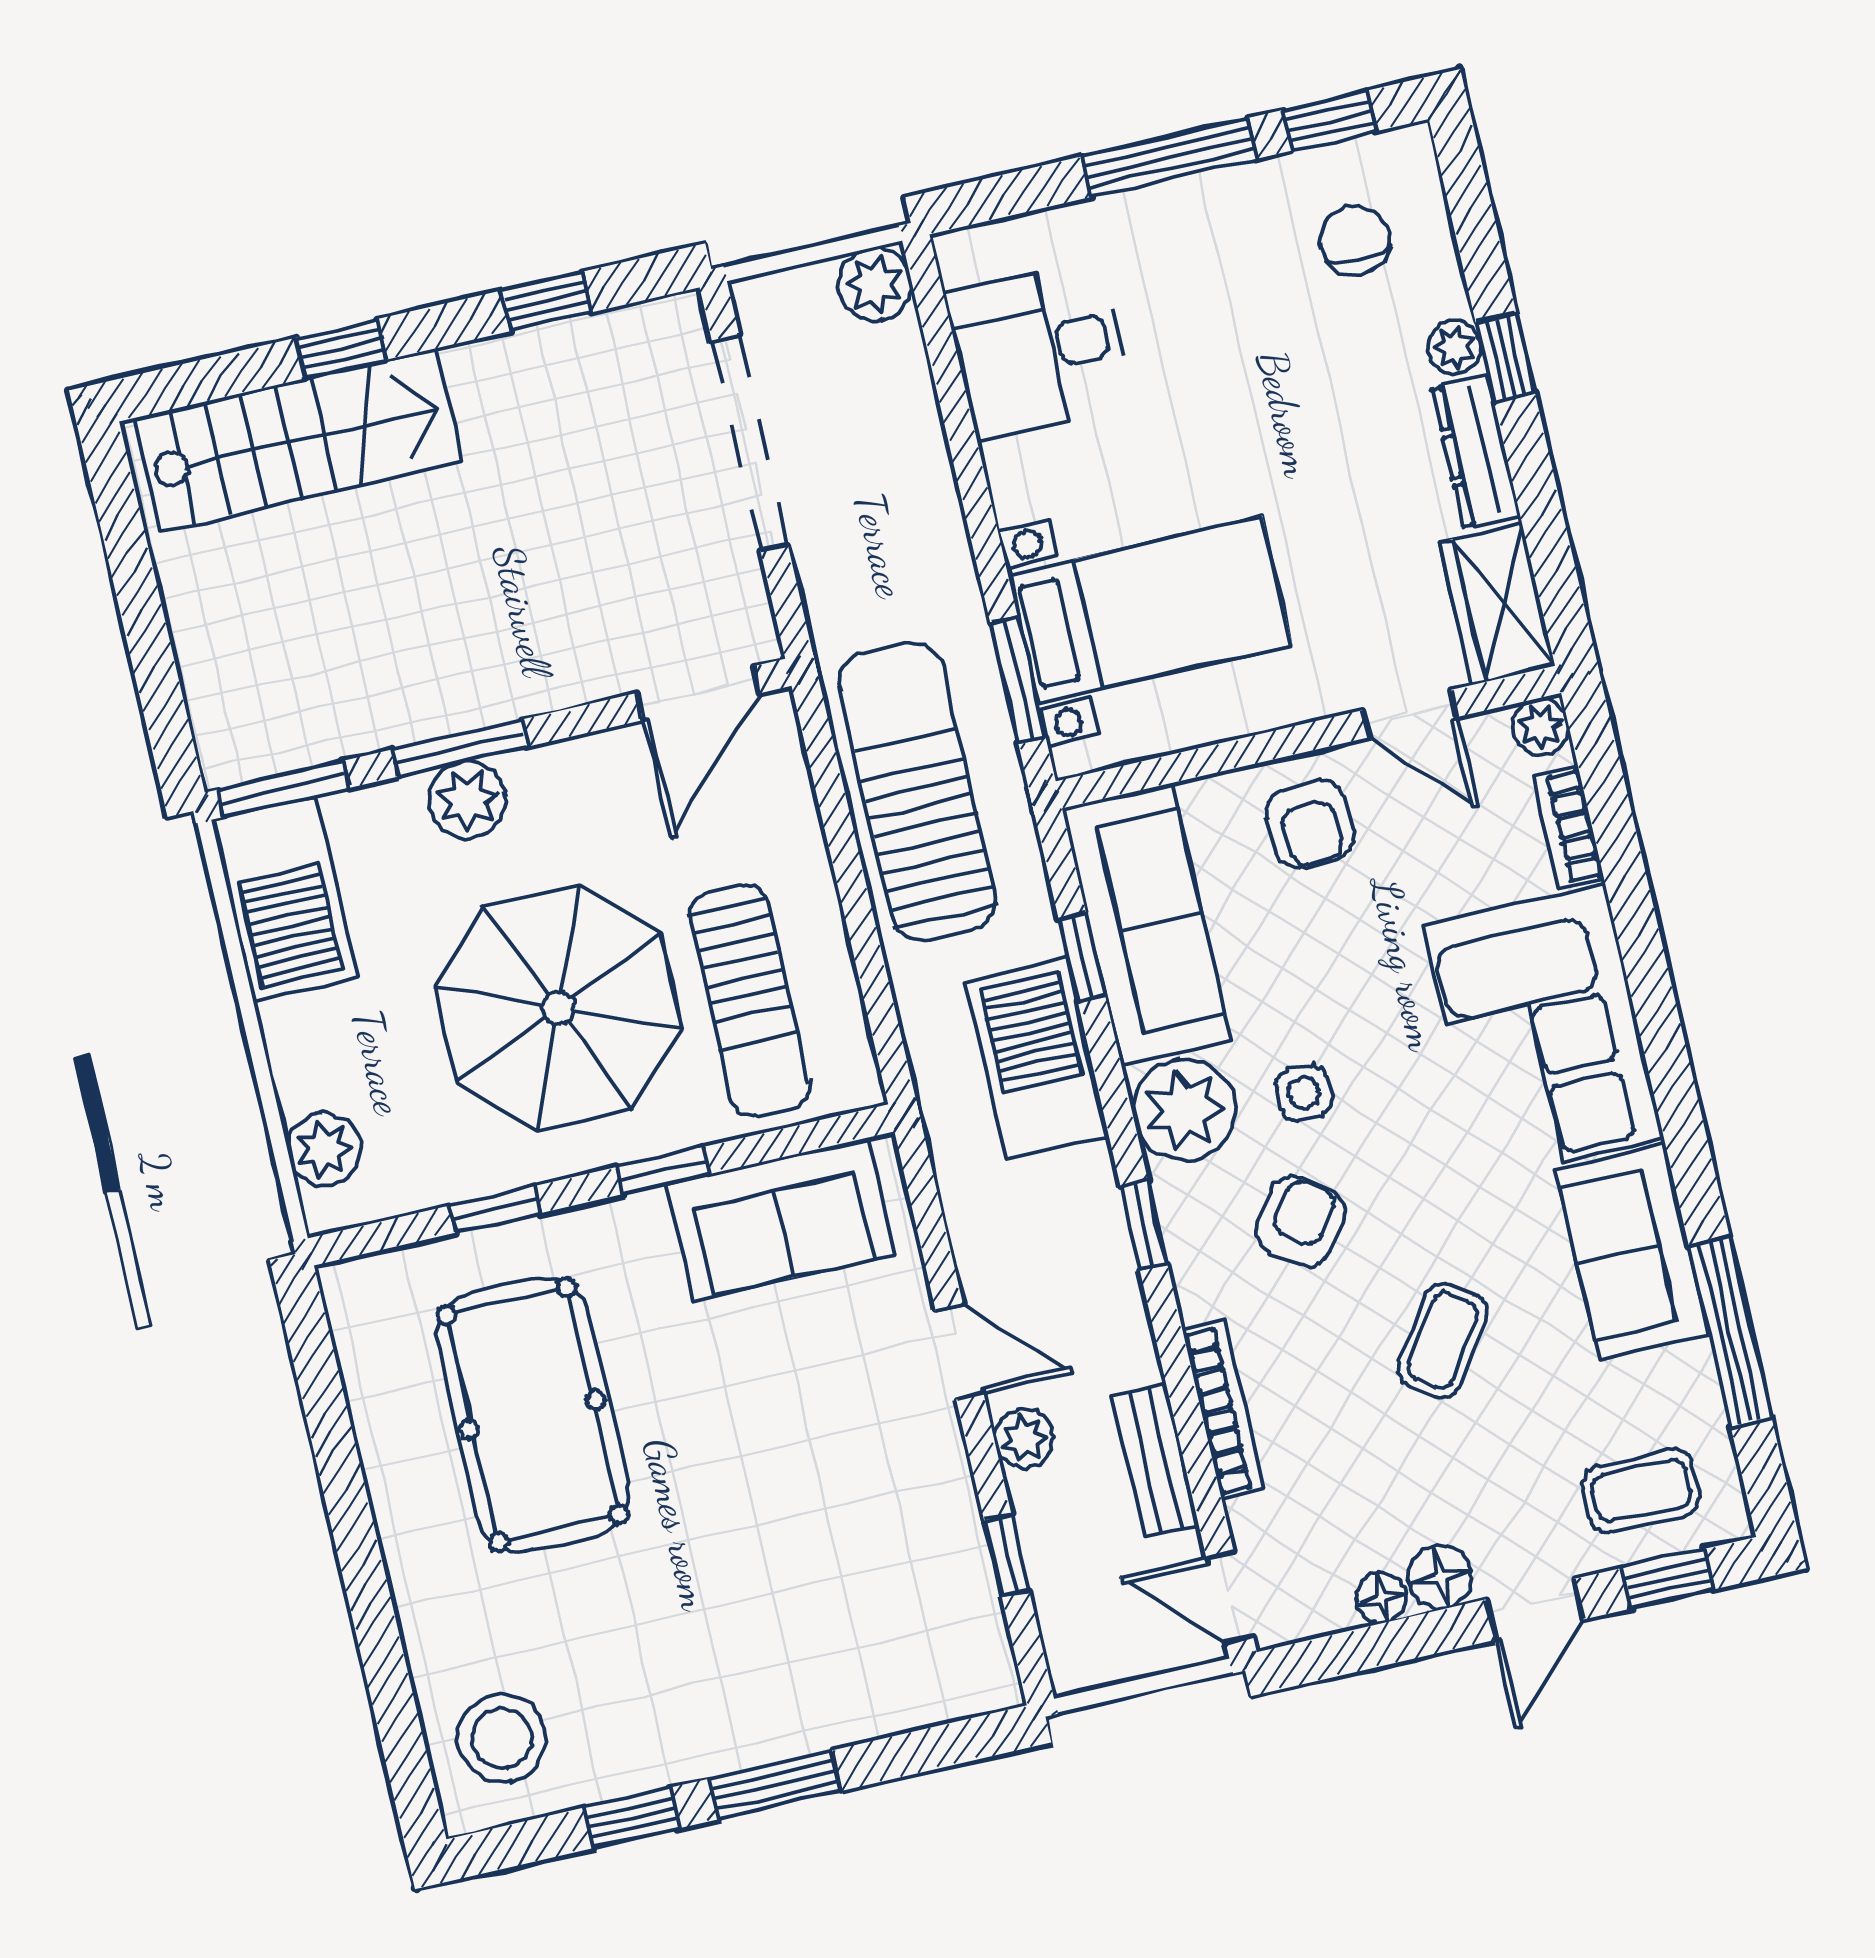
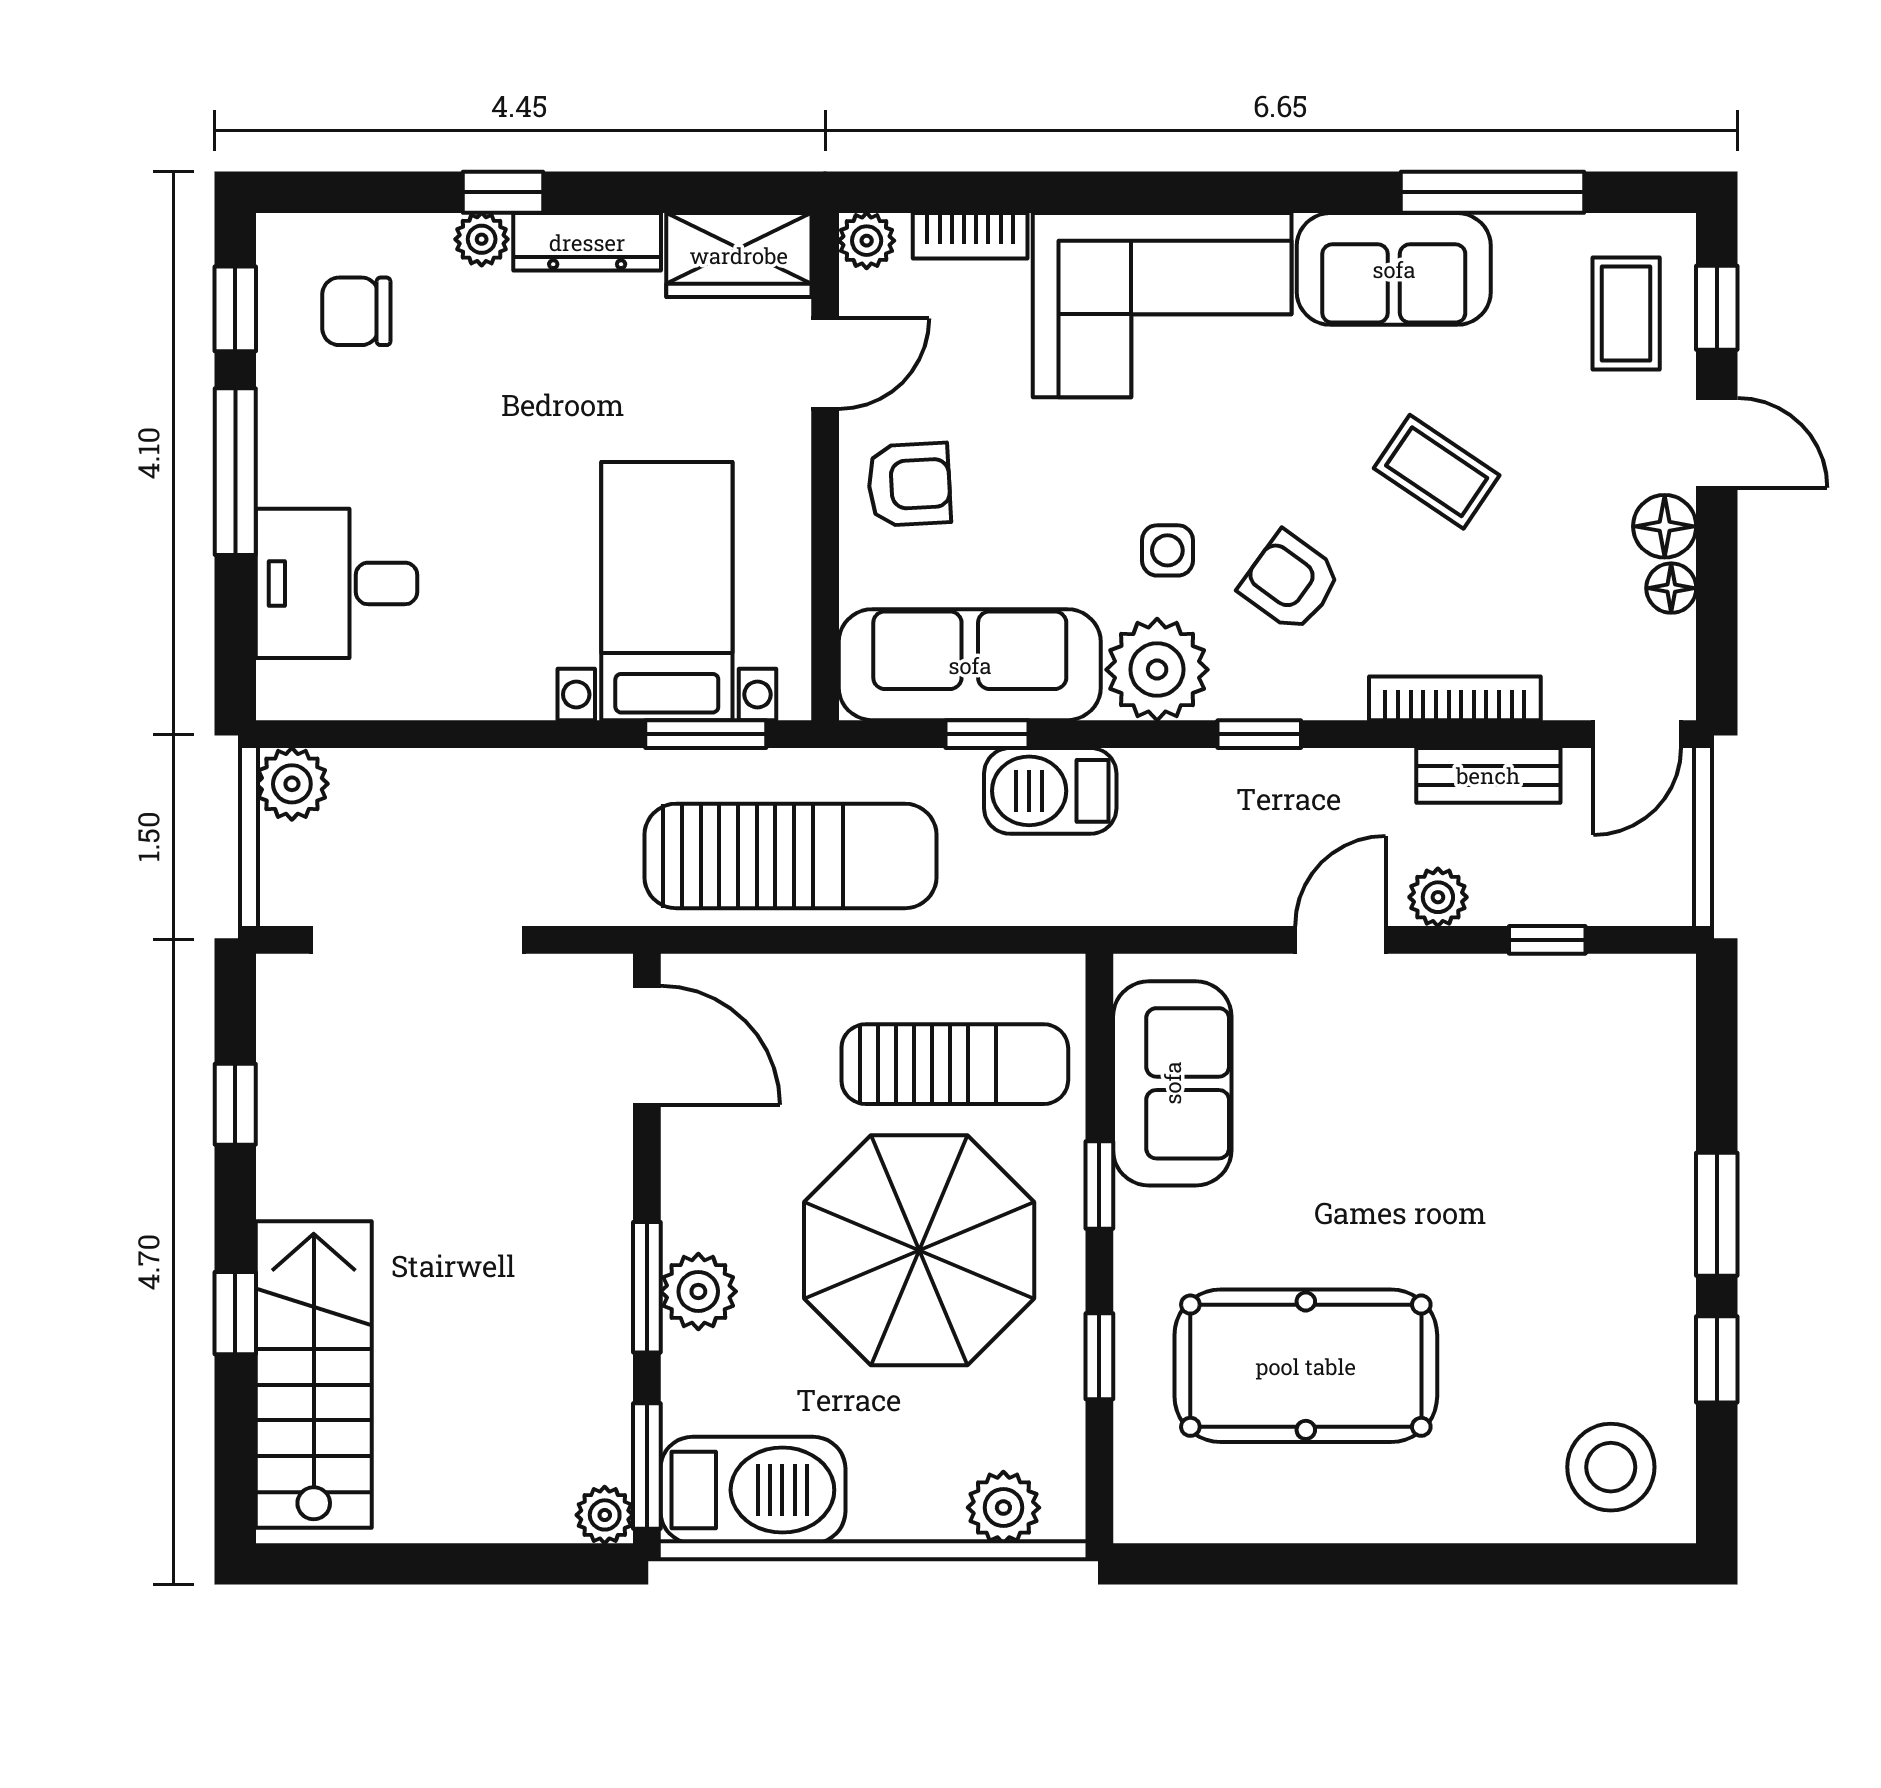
desk: (1039, 349) -> (337, 583), moved, turned 90
plant: (226, 758) -> (605, 1515), added
sun lounger: (917, 792) -> (791, 856), turned 180
barbecue: (1037, 1058) -> (1050, 791), width x0.73, depth x0.83

